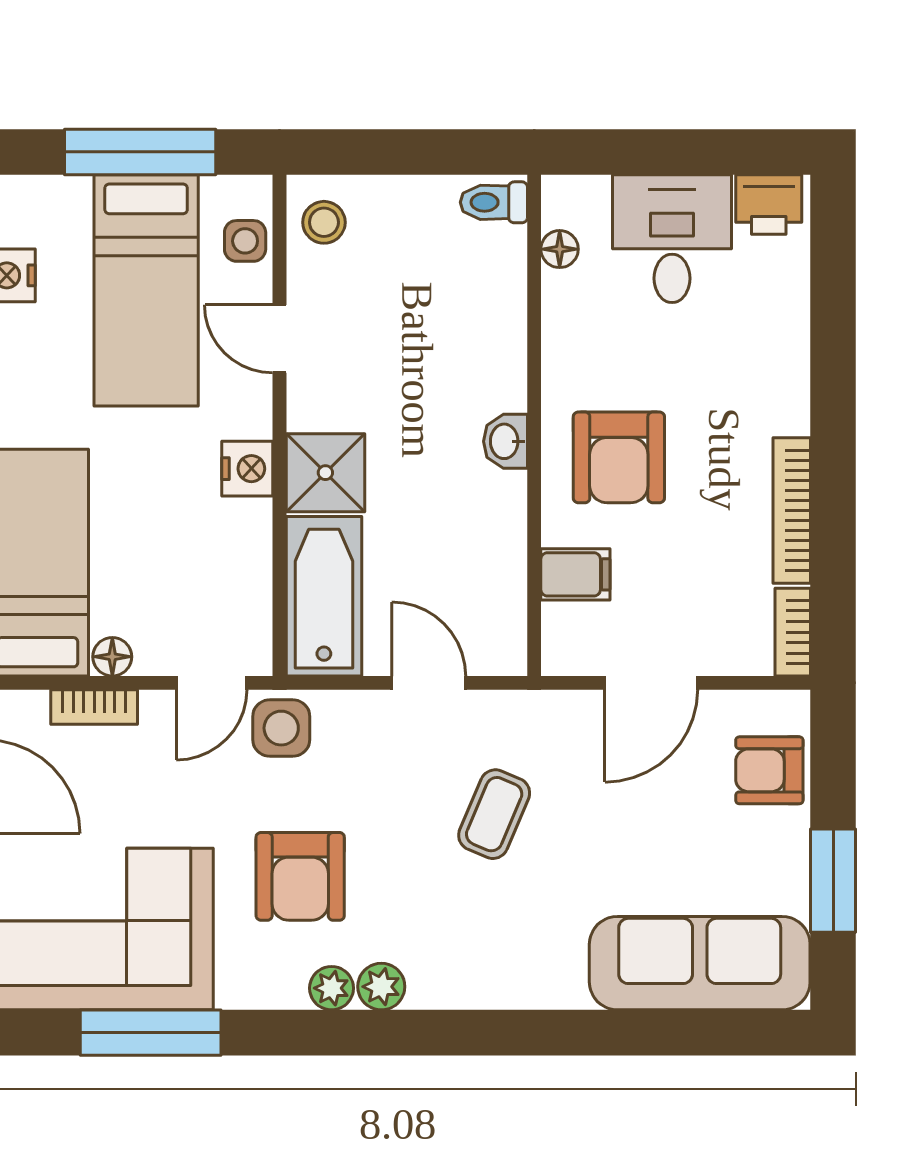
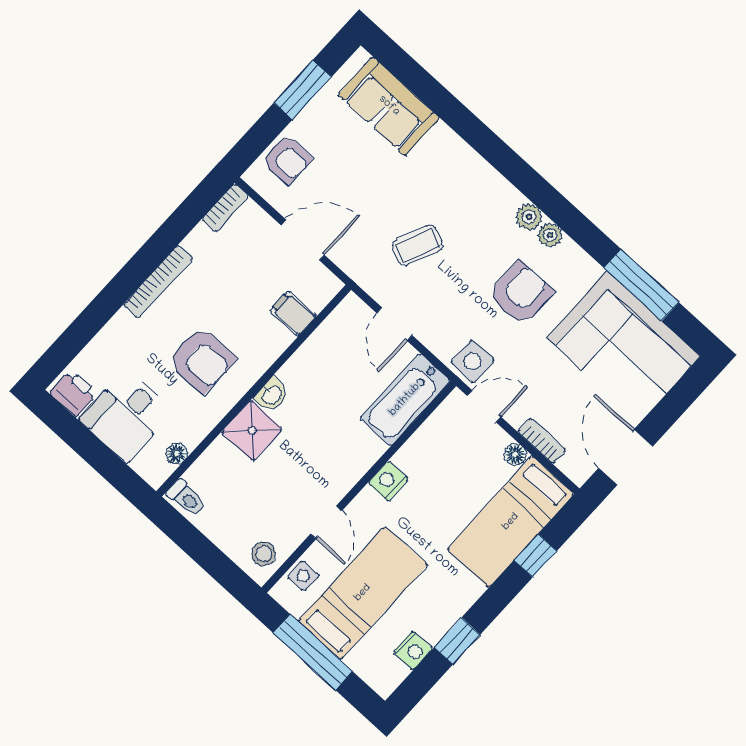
armchair: (619, 457) -> (202, 360), moved, turned 90
shower: (325, 473) -> (252, 431), moved
bookcase: (792, 511) -> (158, 282), moved
sofa: (700, 963) -> (389, 106), width x0.73

